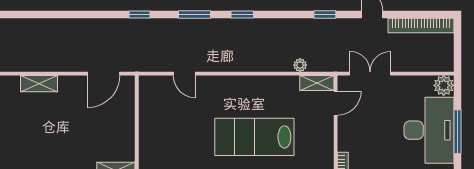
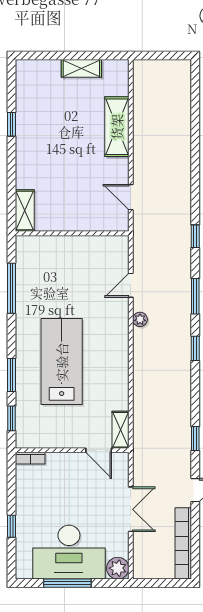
plant: (300, 65) -> (140, 319), moved
door: (104, 74) -> (131, 197), width x0.73
double door: (370, 74) -> (131, 509), moved
shelving: (39, 84) -> (117, 127), width x1.50, depth x1.33

